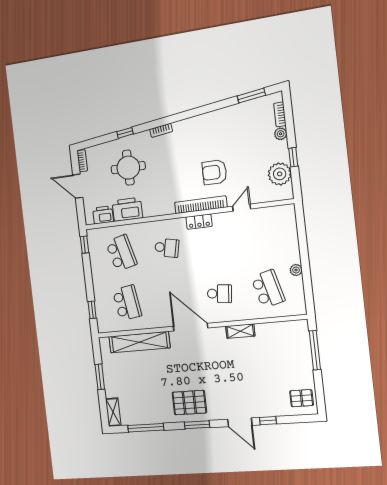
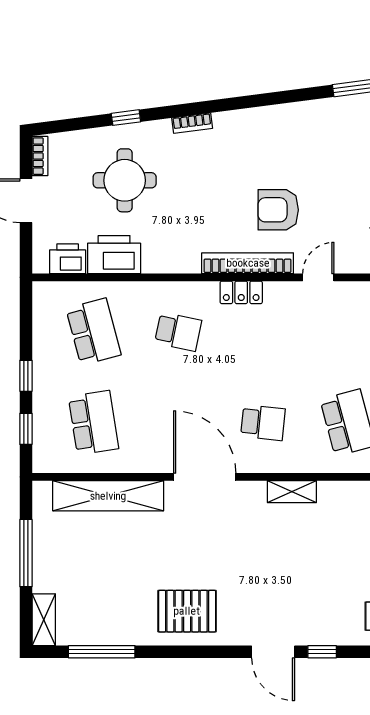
window: (85, 245) -> (26, 376), moved
window: (100, 377) -> (26, 553), width x1.44
window: (197, 425) -> (196, 652), removed

